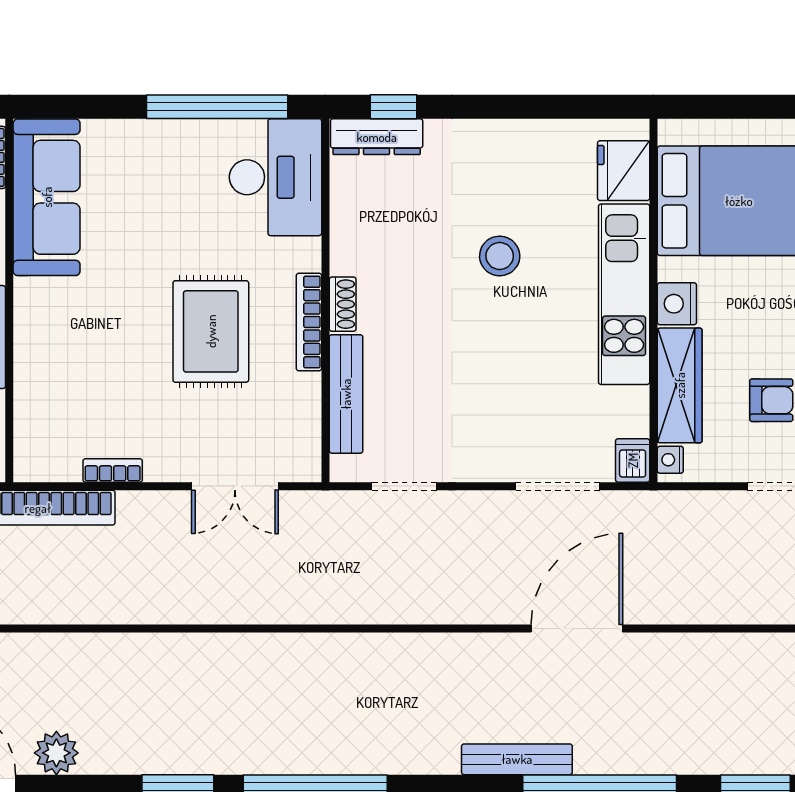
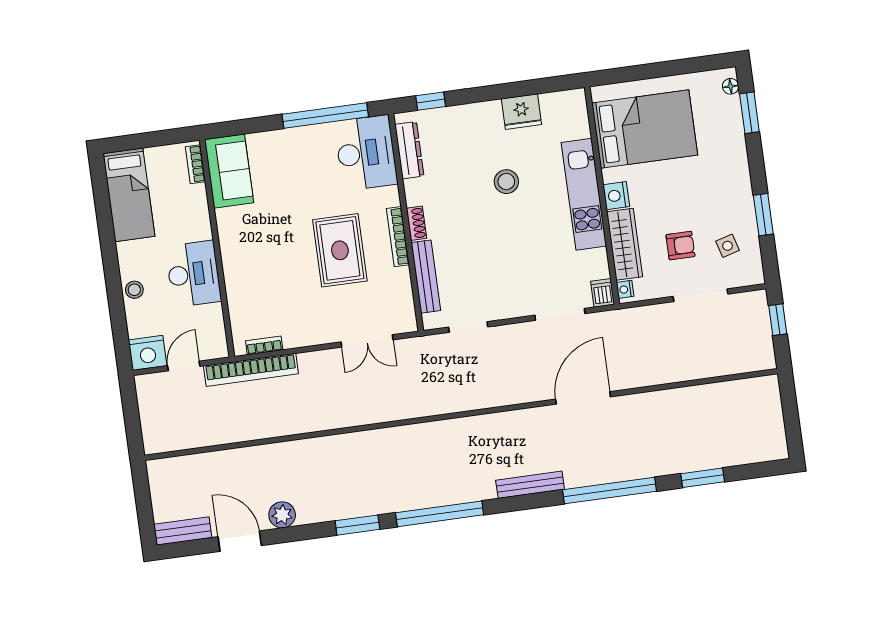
dresser: (377, 137) -> (409, 150), moved, turned -90
fridge: (624, 171) -> (521, 112), moved, turned -90
sofa: (47, 197) -> (229, 171), width x0.73
bookcase: (113, 470) -> (264, 345), moved
bench: (517, 759) -> (530, 485), moved

